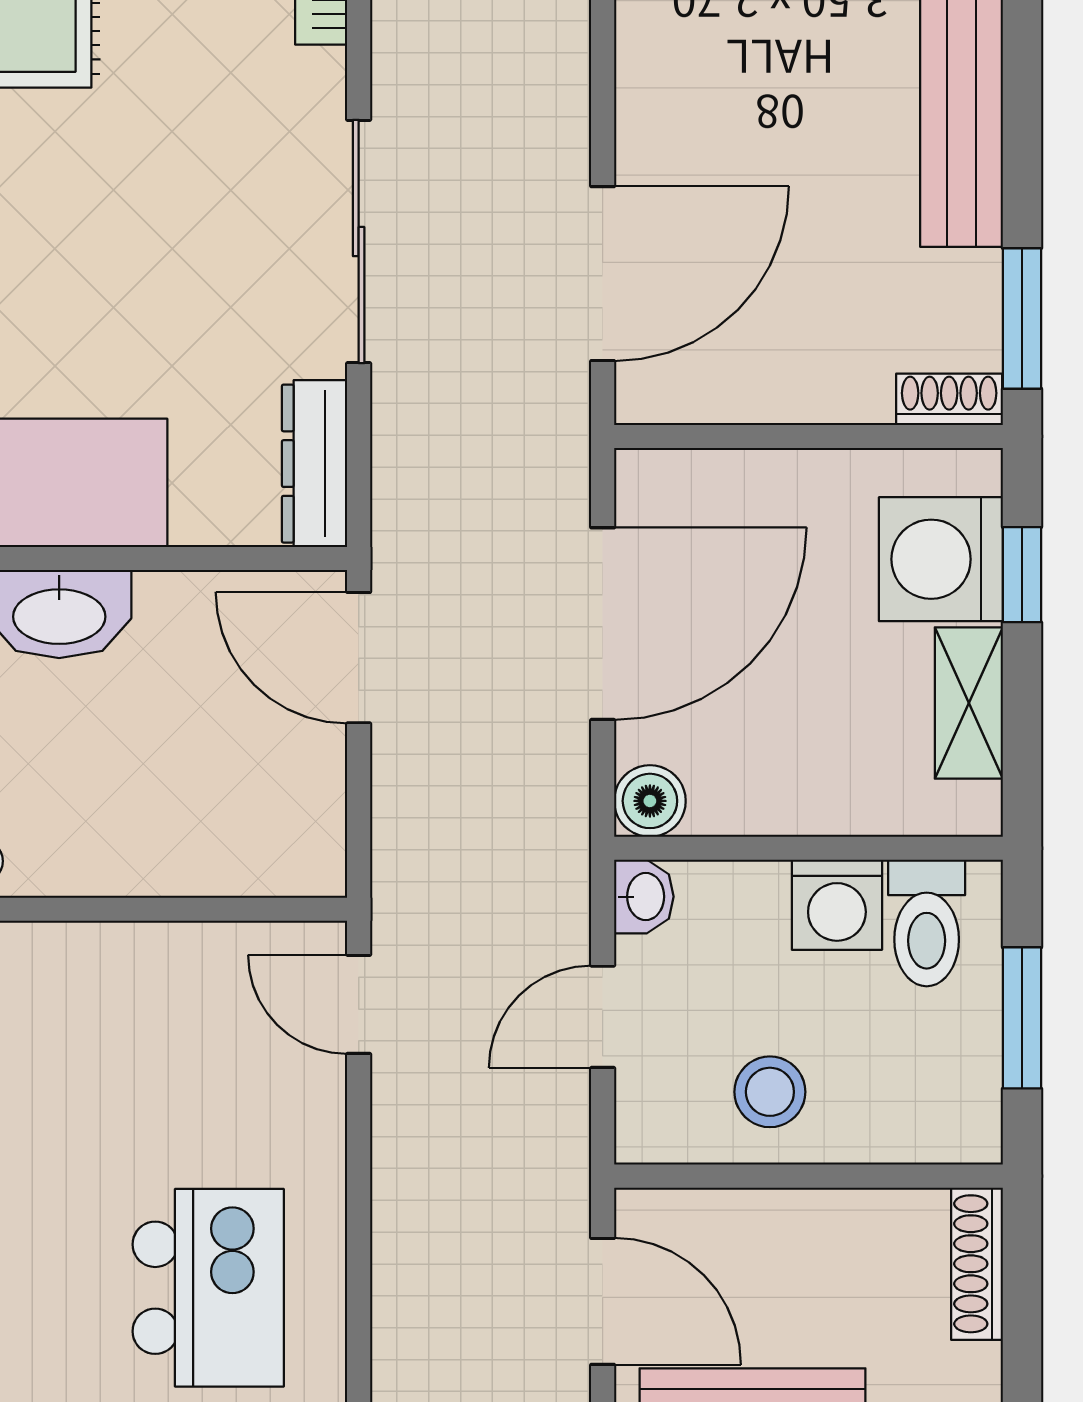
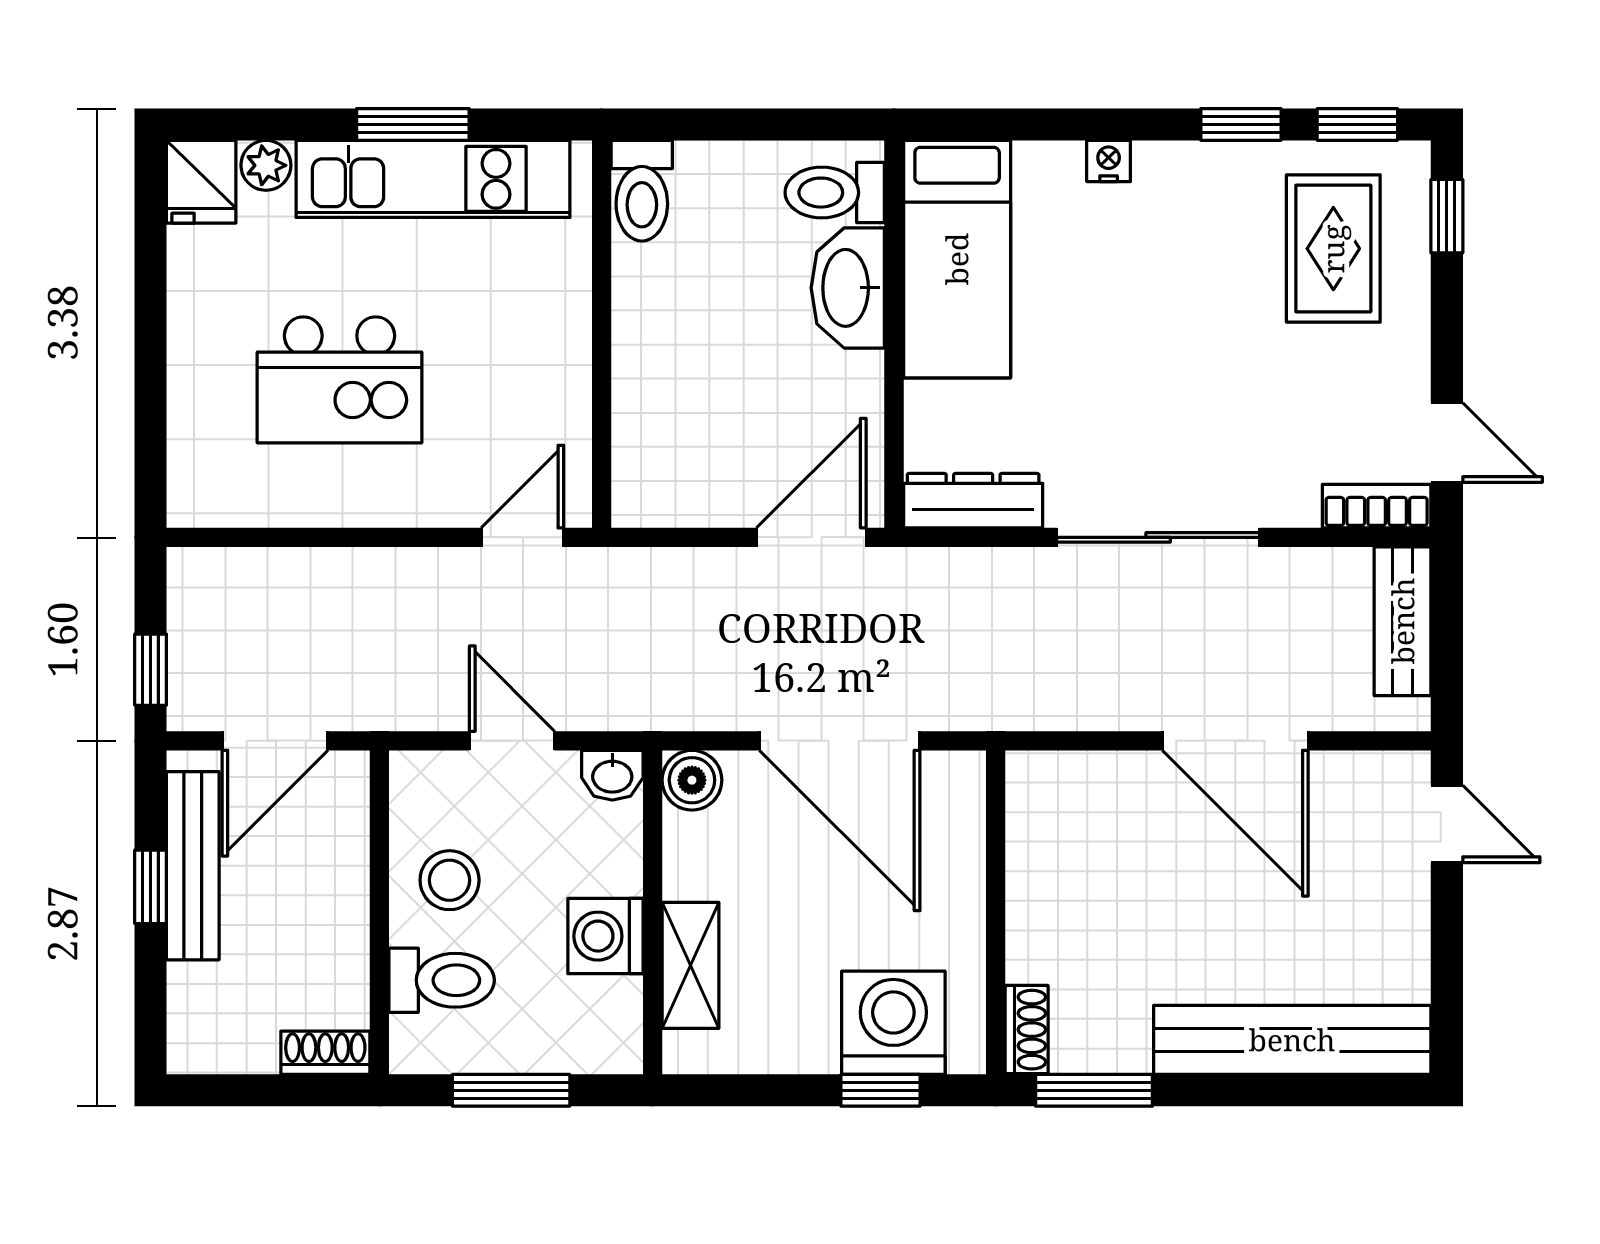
door: (603, 274) -> (1235, 741), moved
shelving: (969, 703) -> (690, 965), moved, turned 90
toilet: (927, 923) -> (442, 980), moved, turned 180
shoe rack: (977, 1264) -> (325, 1053), width x0.70
kitchen island: (208, 1288) -> (339, 380), moved

